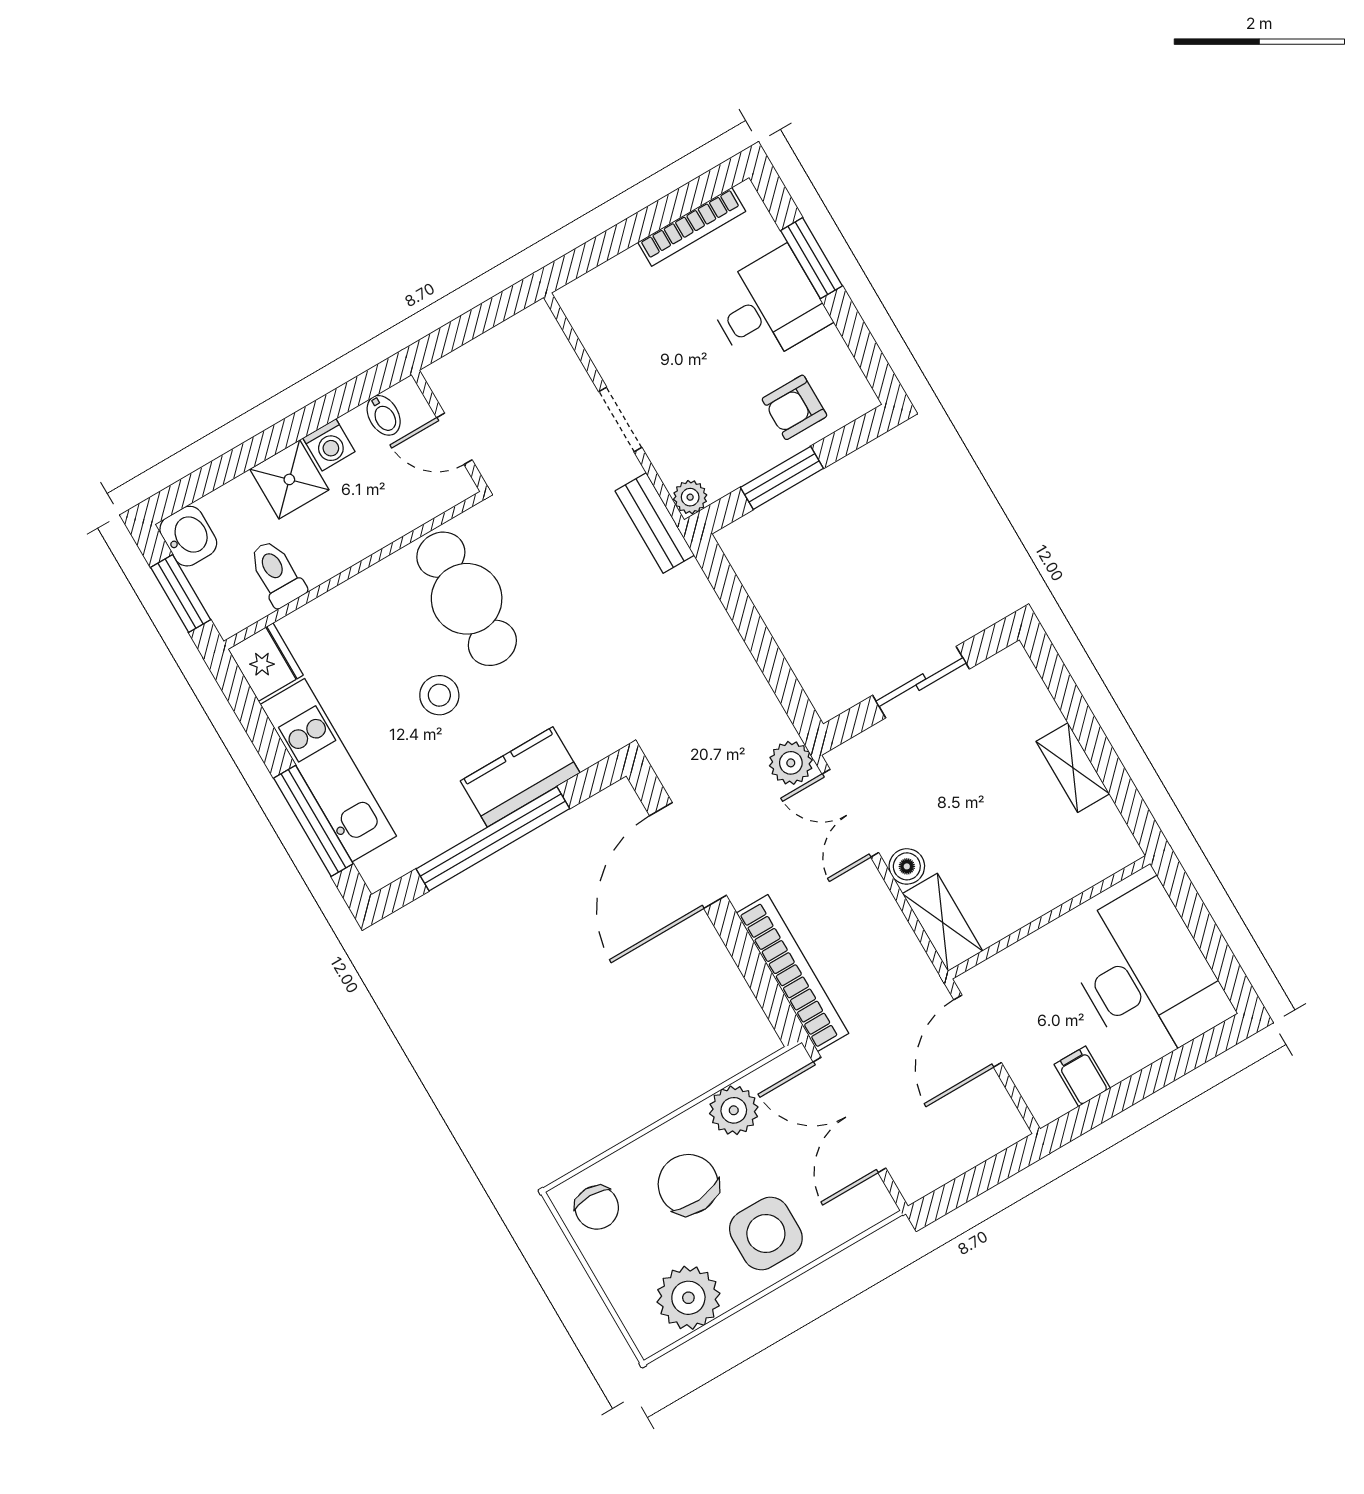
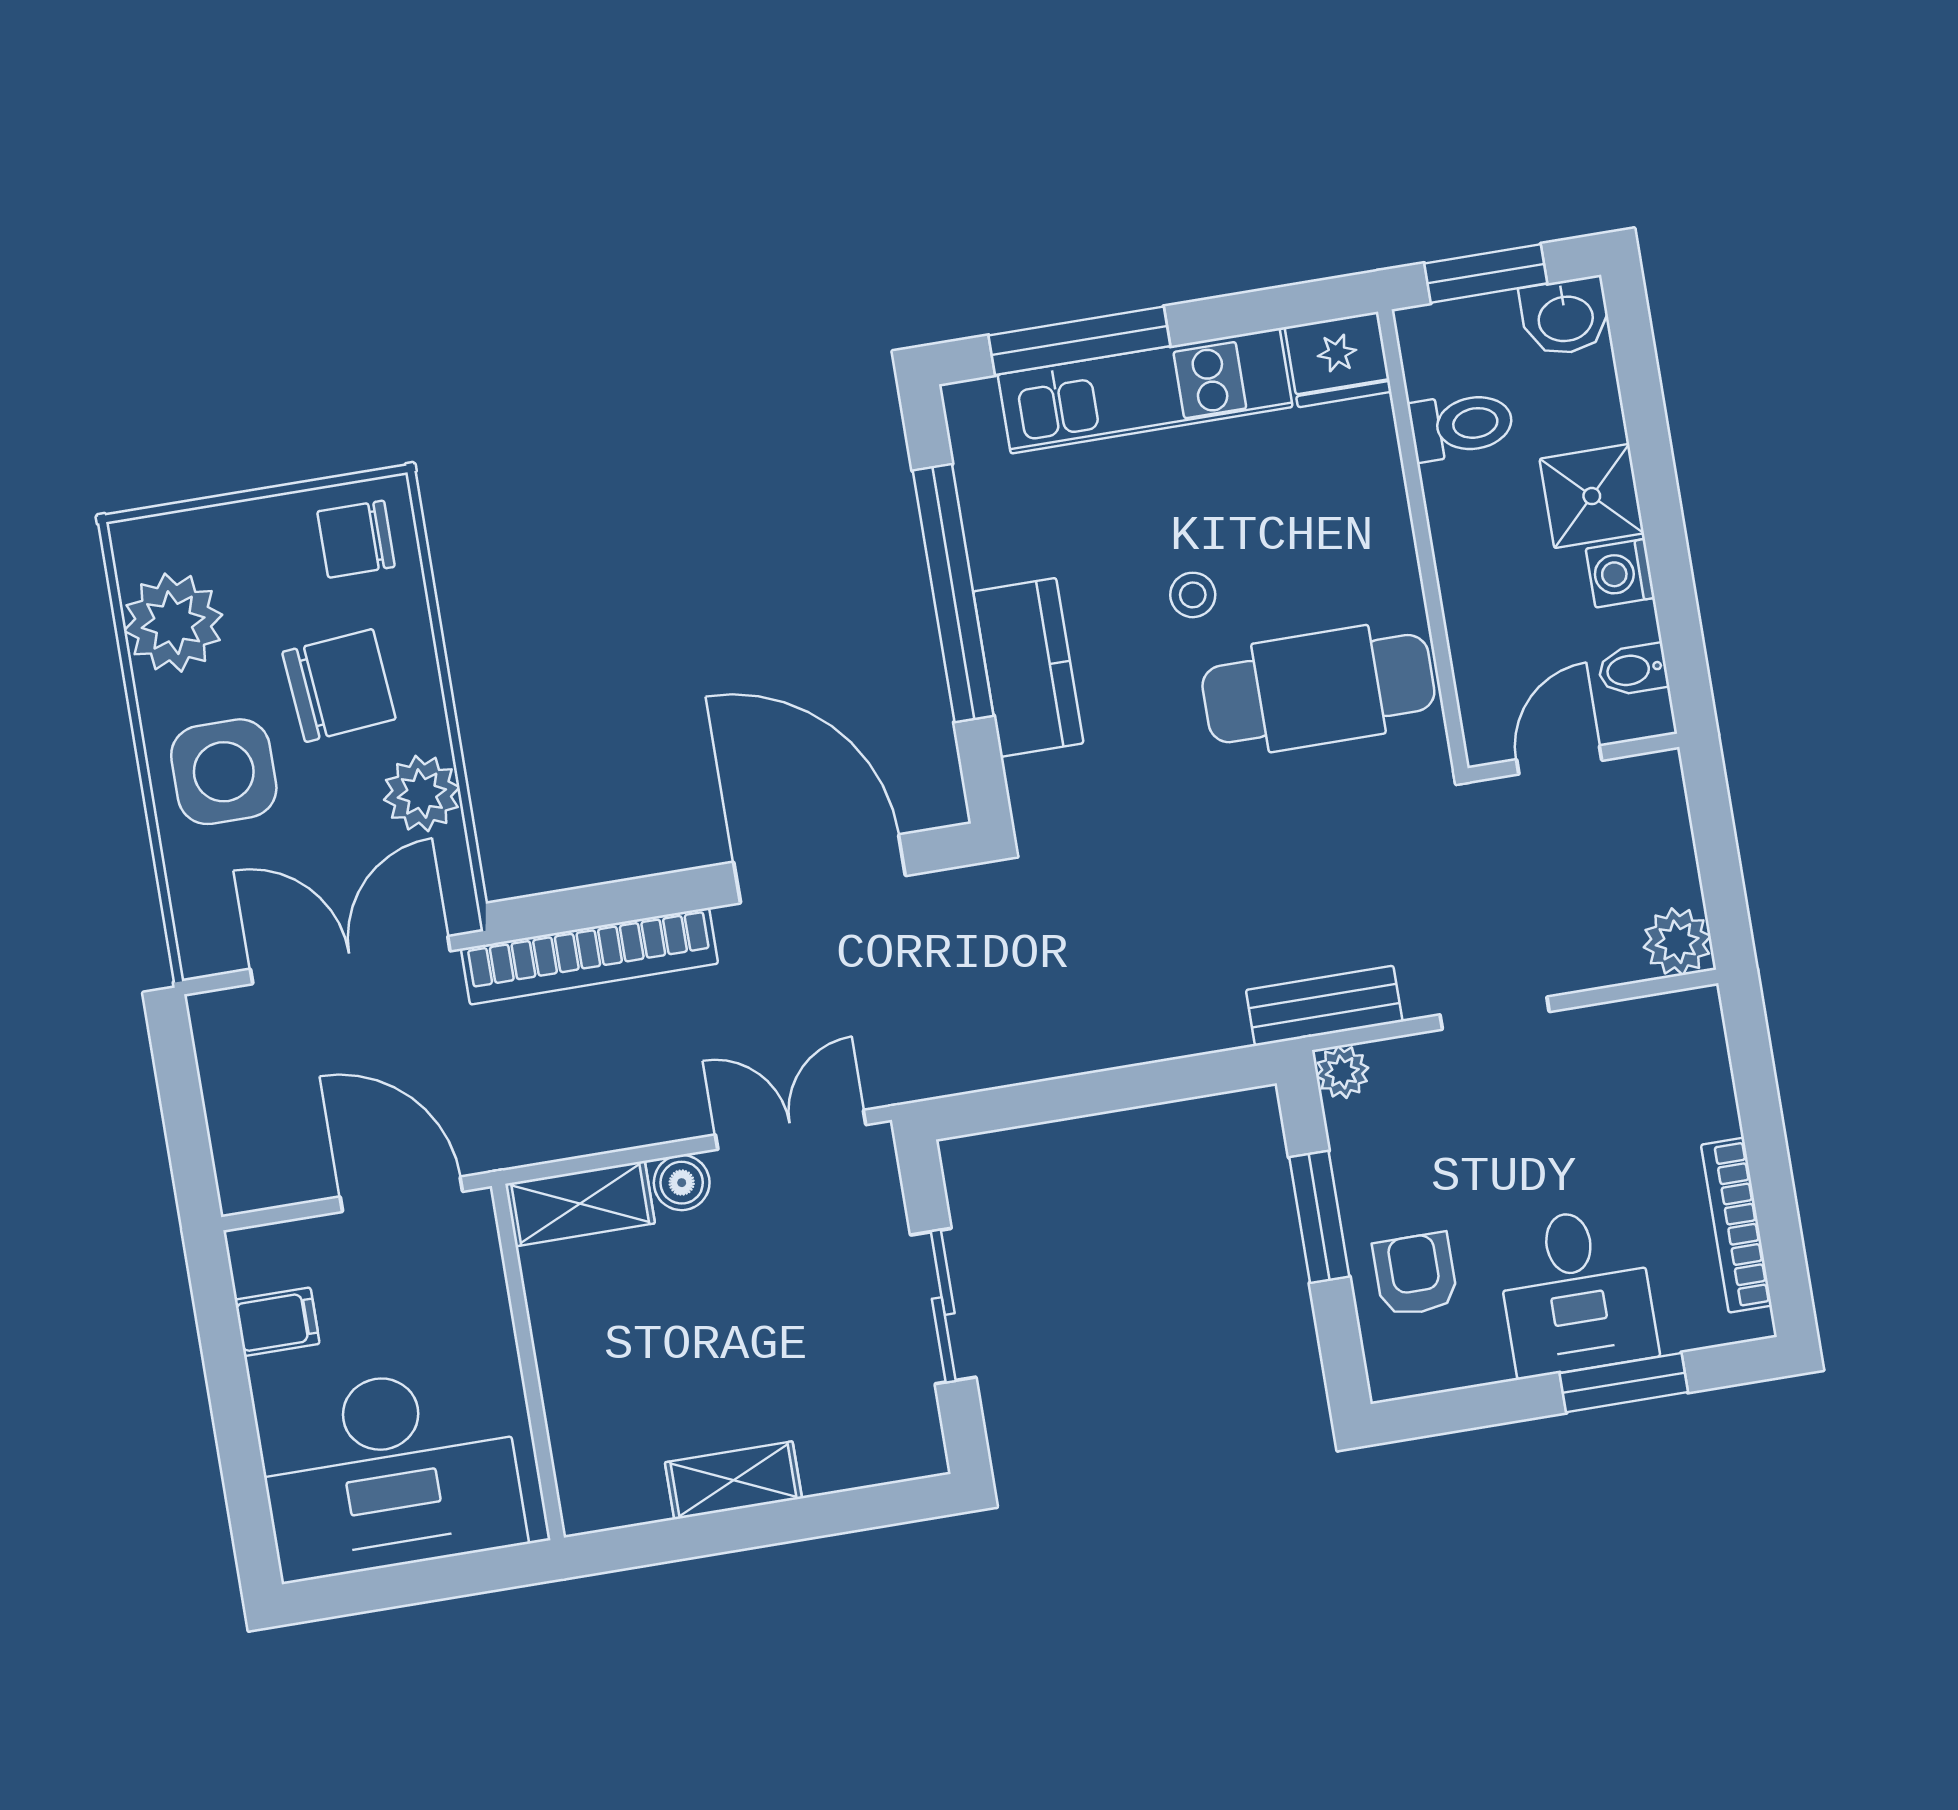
stool: (439, 695) -> (1193, 595), width x0.73, depth x0.73
plant: (791, 763) -> (1677, 942), moved

